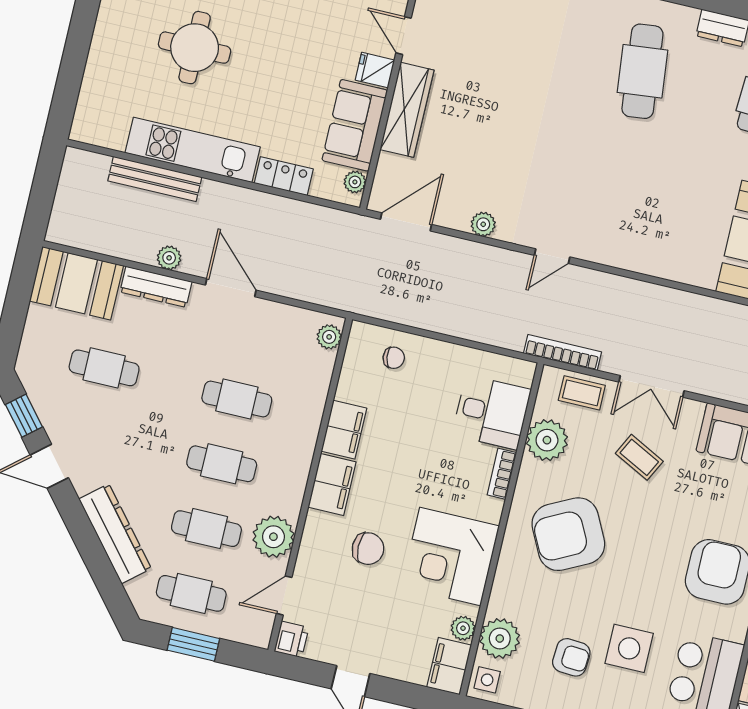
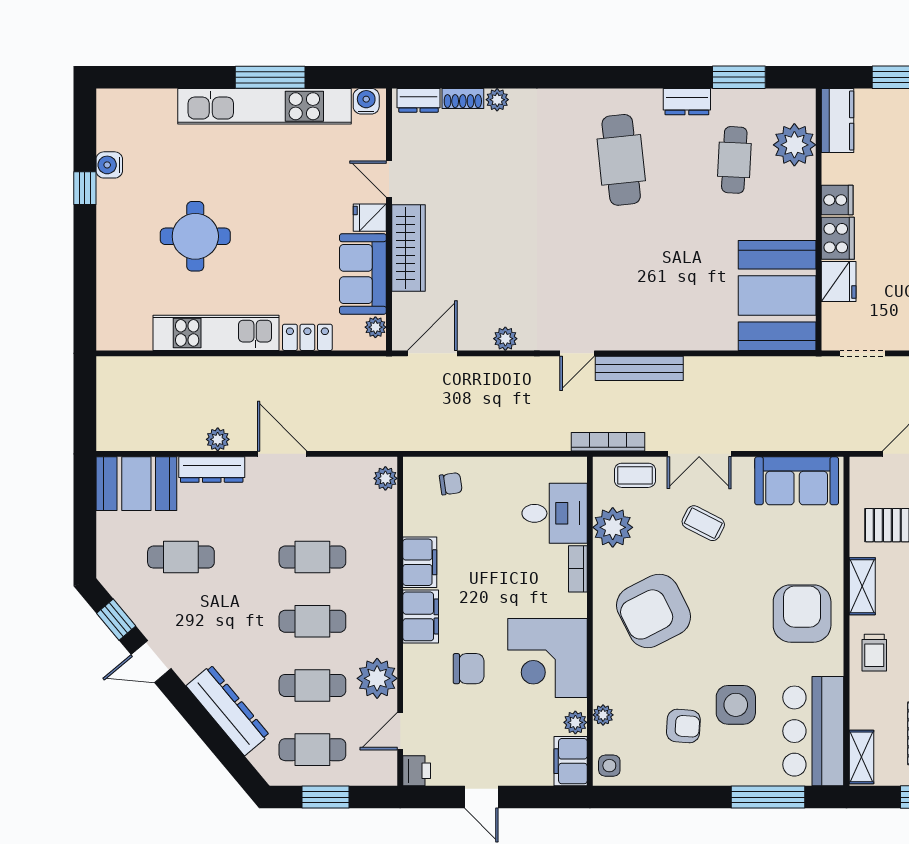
bench: (155, 179) -> (639, 368), moved
plant: (500, 638) -> (603, 715), width x0.53, depth x0.53

